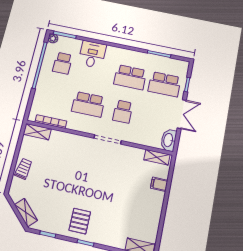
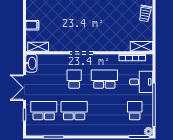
desk: (92, 54) -> (141, 82), moved, turned -90

